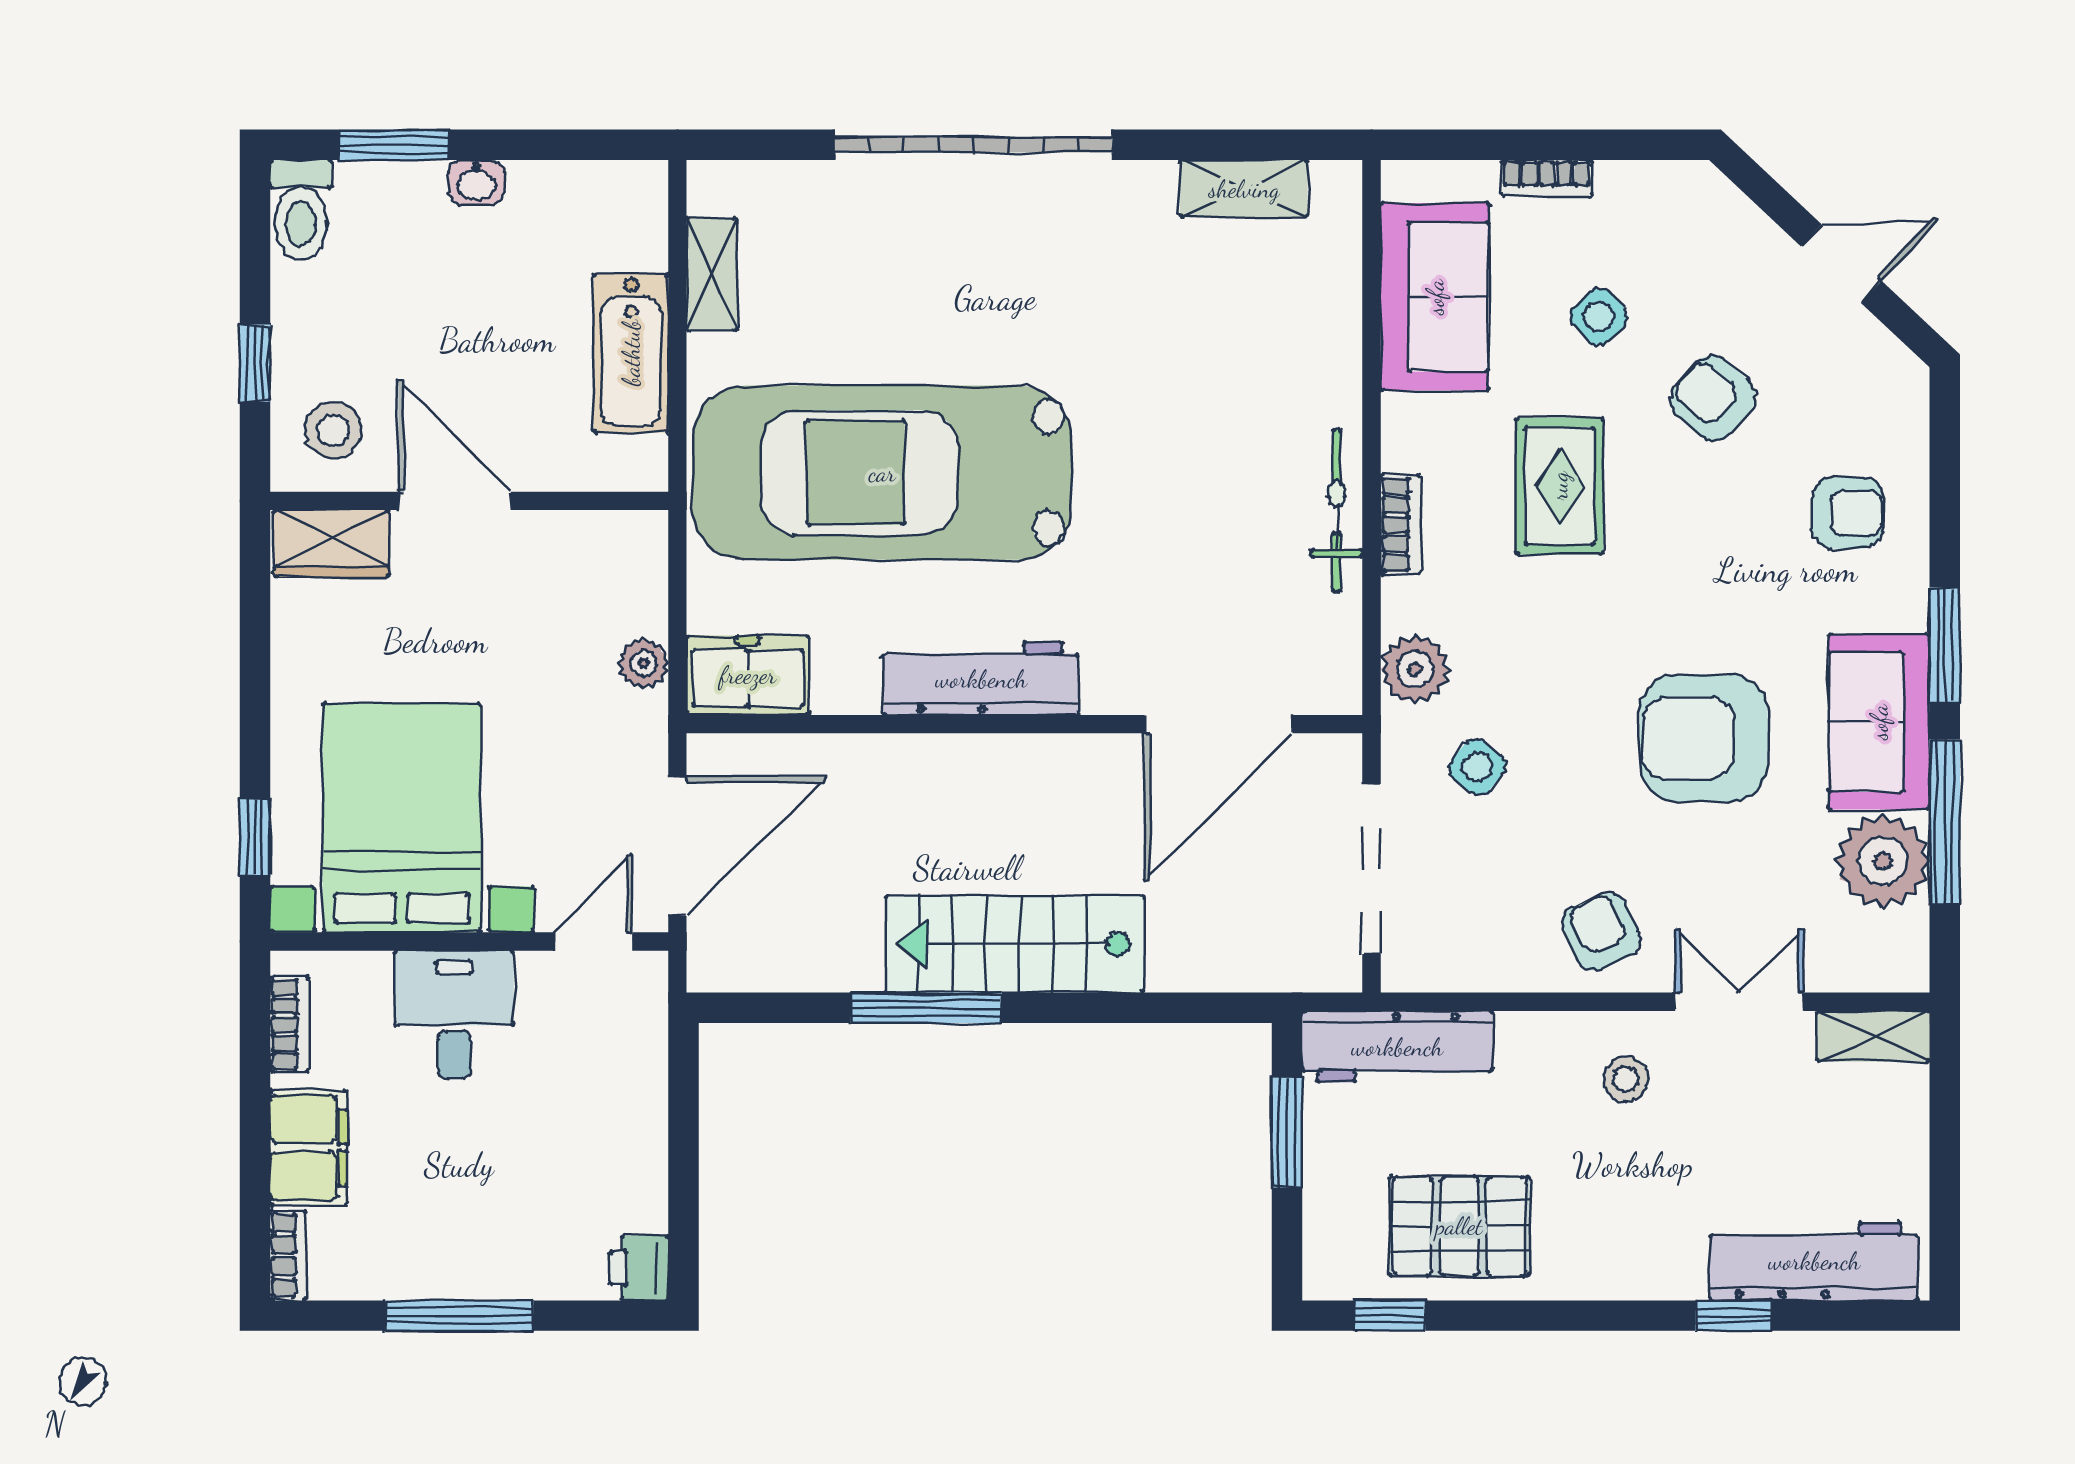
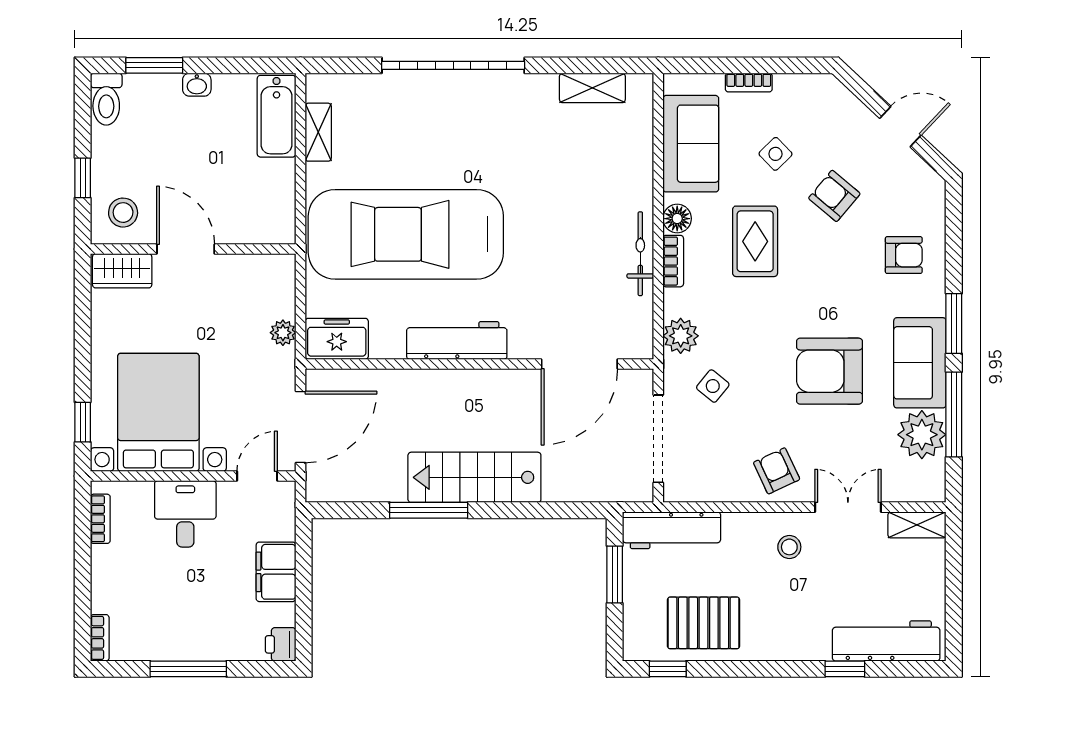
bathtub: (631, 353) -> (277, 116), moved
floor lamp: (1408, 442) -> (677, 219), added
filing cabinet: (309, 1148) -> (276, 572), moved, turned 180

